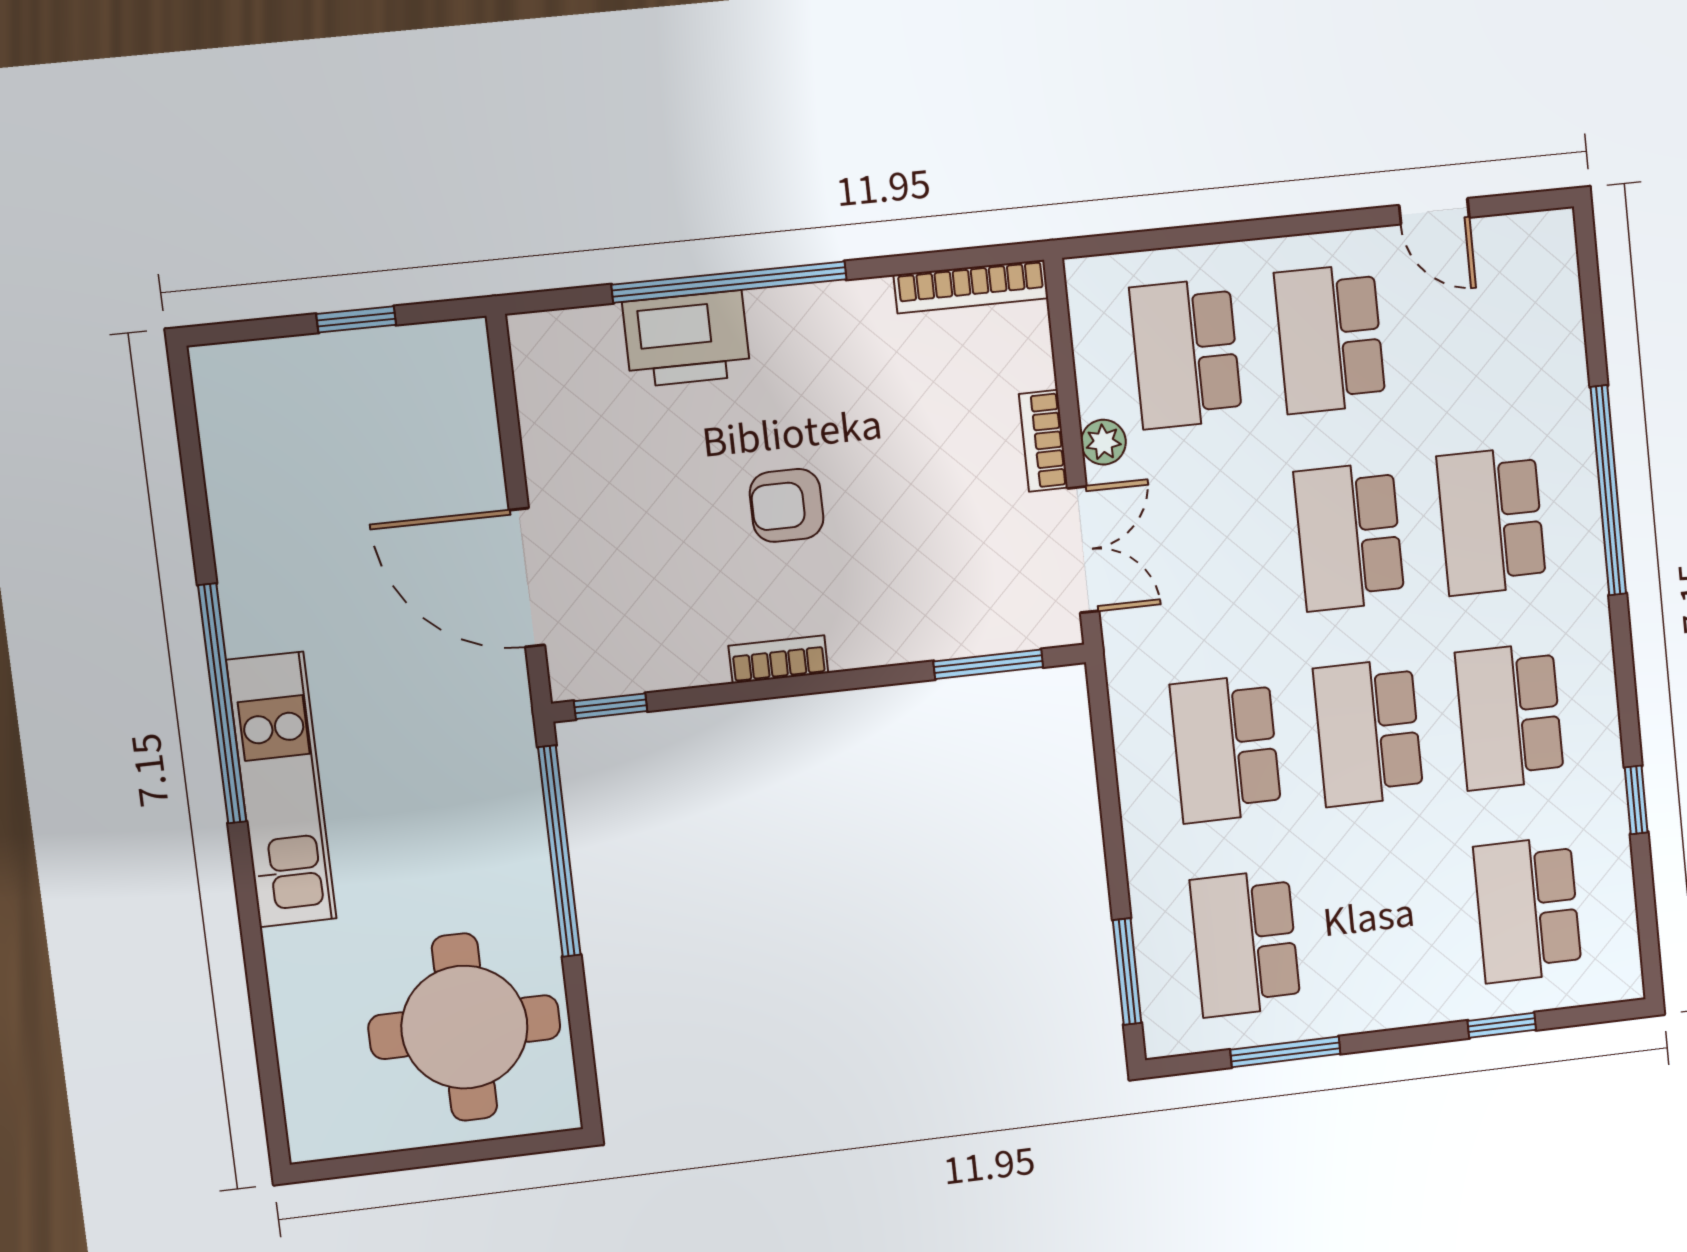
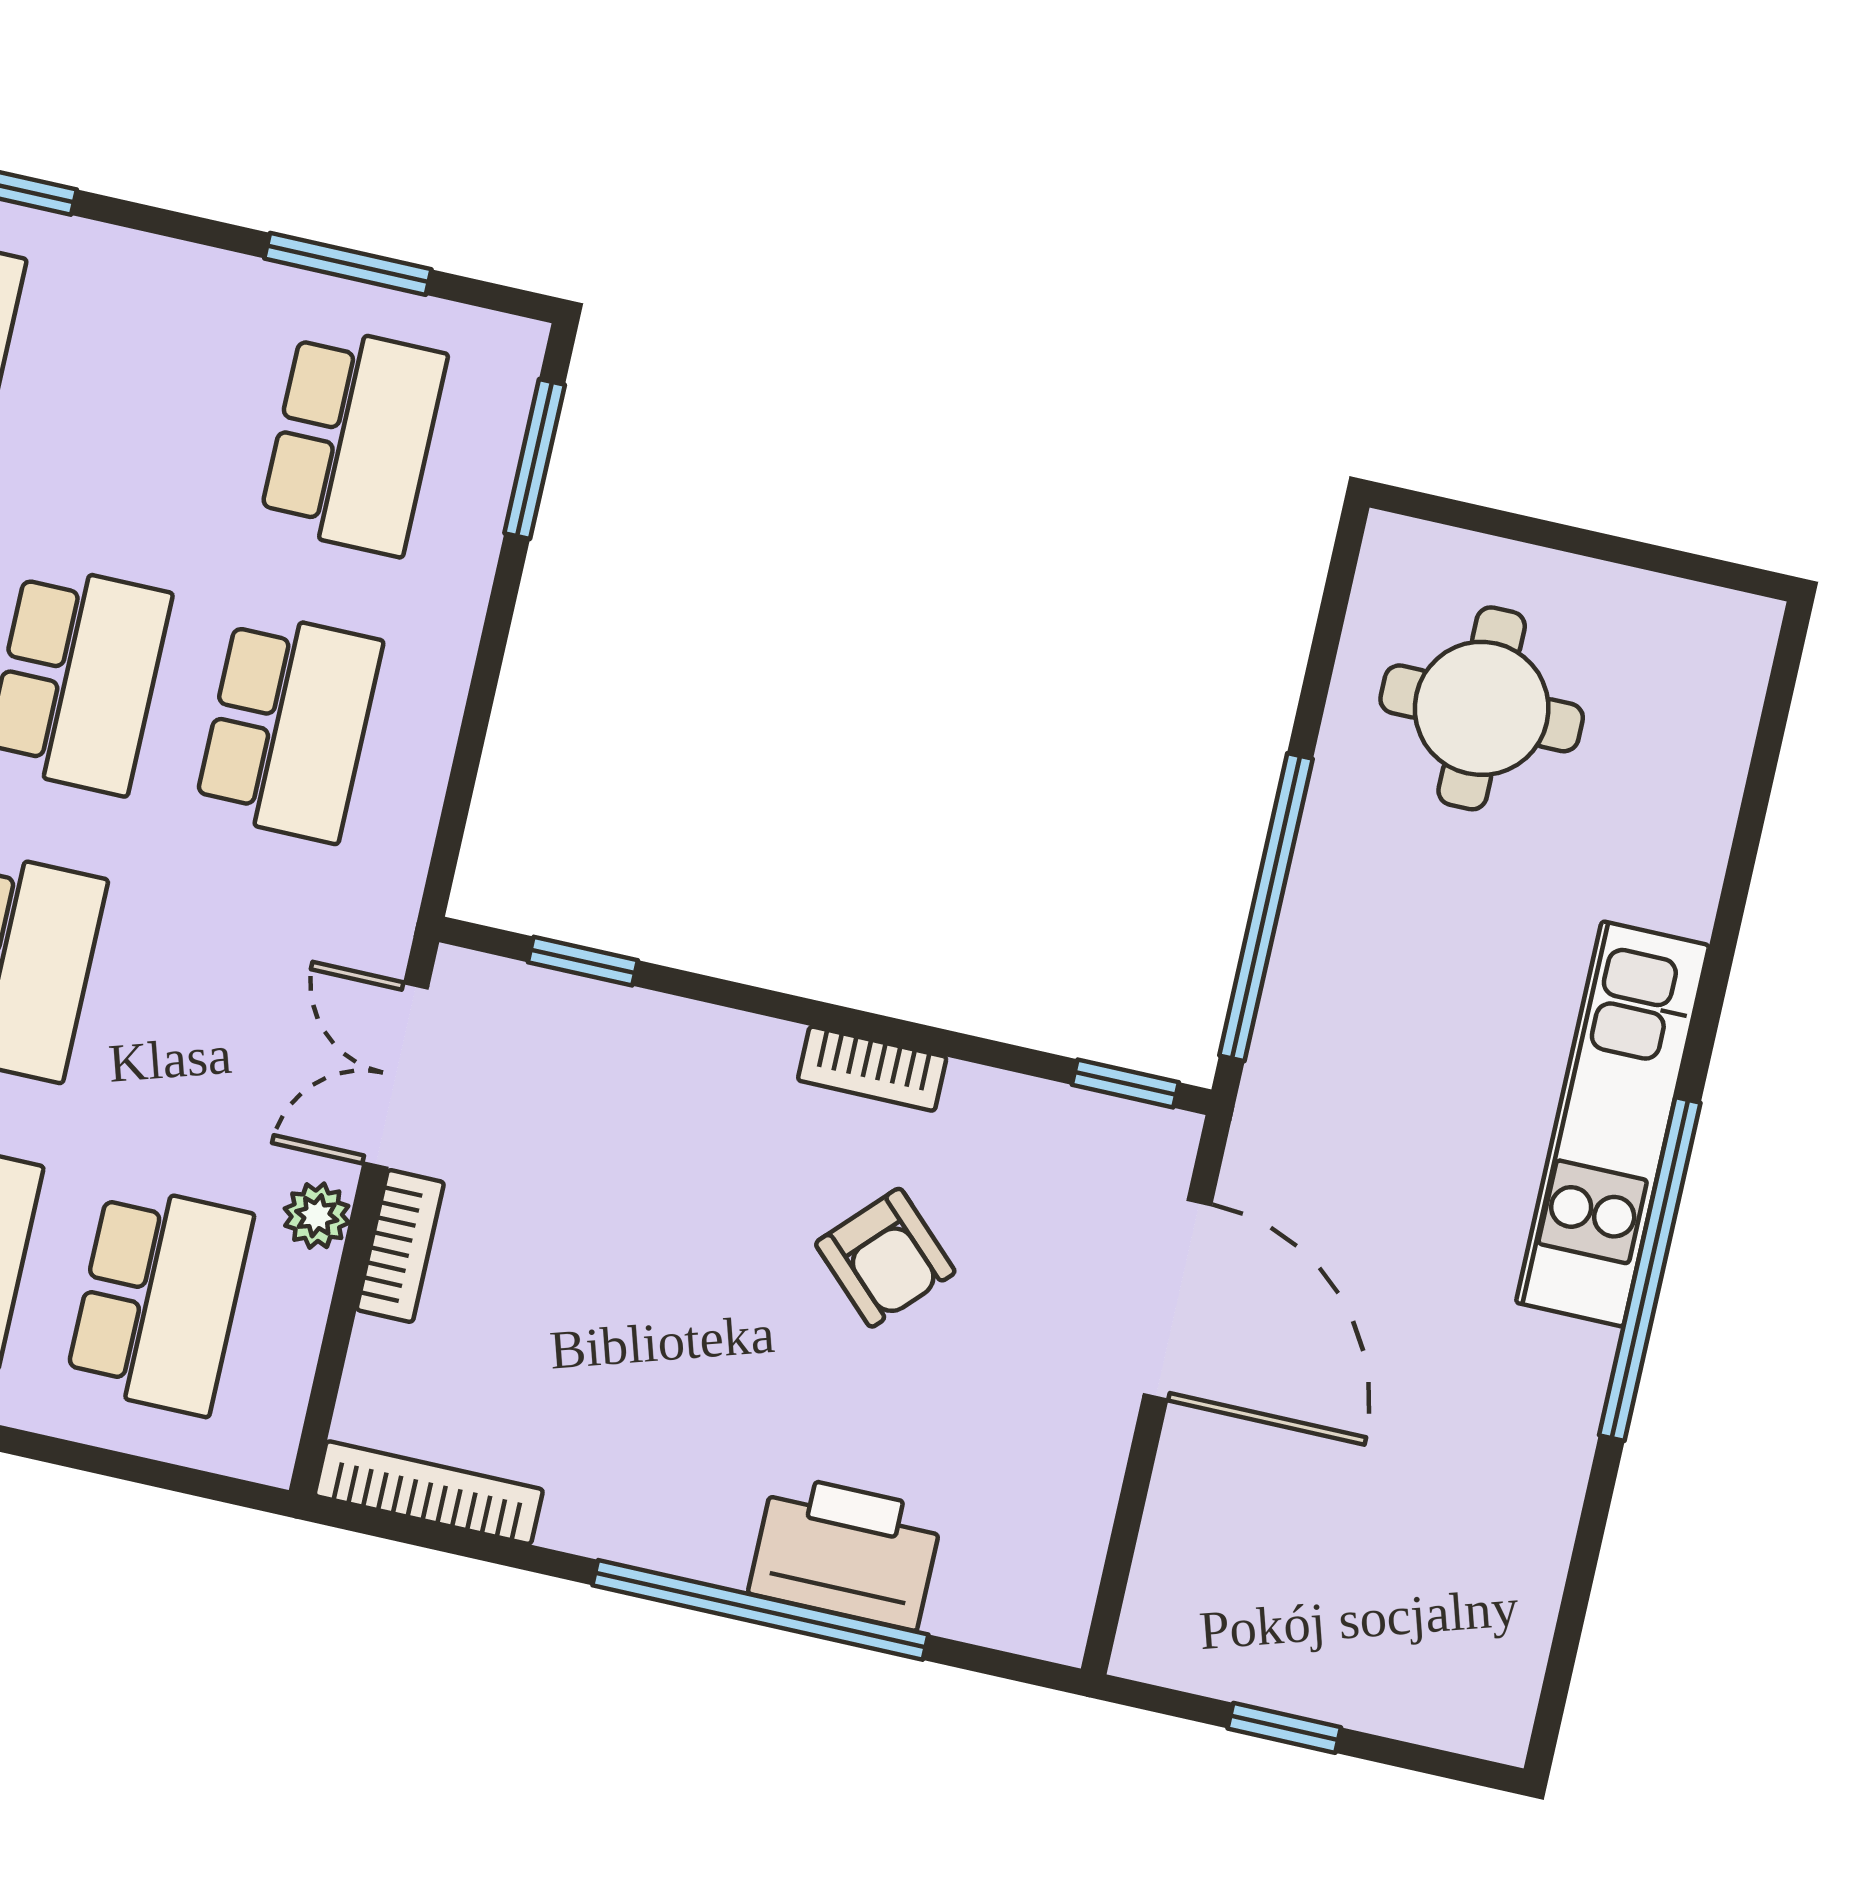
armchair: (787, 505) -> (885, 1258), moved, turned 44
window: (988, 664) -> (583, 961), width x0.67
round table: (464, 1027) -> (1482, 708), width x0.73, depth x0.73

